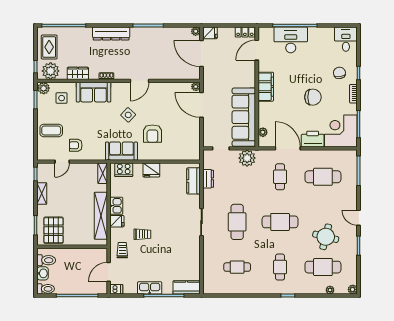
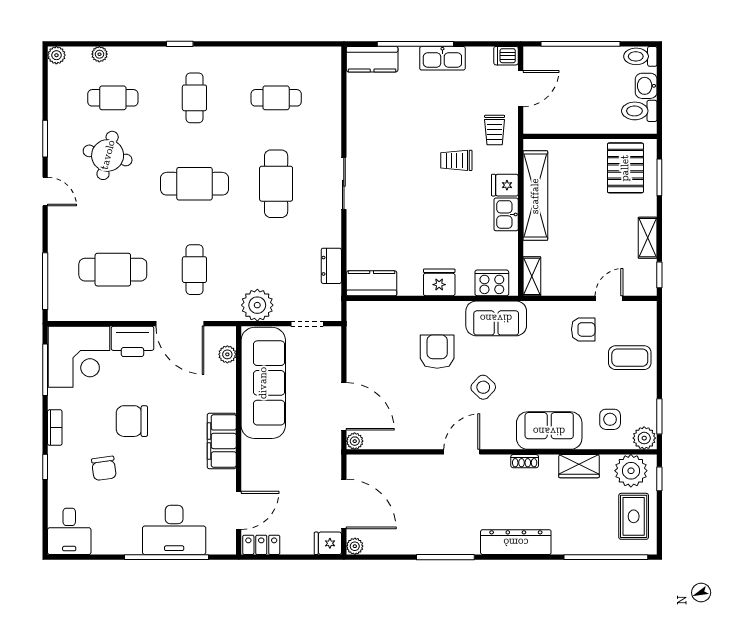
chair: (339, 73) -> (104, 468), moved
kitchen counter: (194, 181) -> (372, 283), moved, turned -90
cafe table: (323, 267) -> (113, 98), width x0.73, depth x0.74

